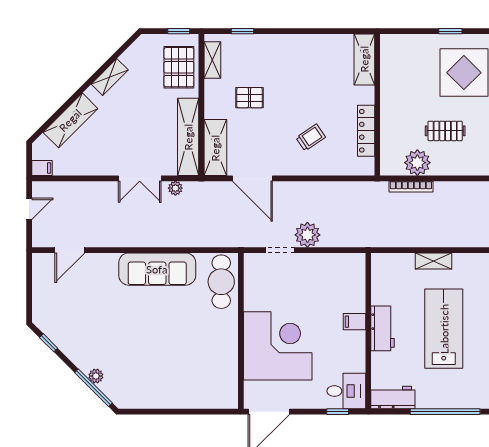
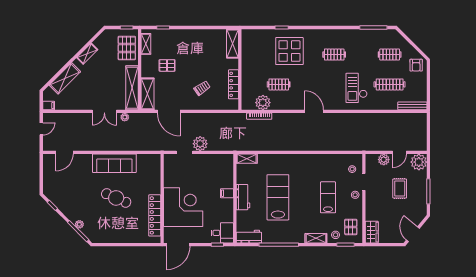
shelving: (433, 261) -> (247, 159), moved
cafe table: (221, 282) -> (116, 198), moved, turned -66
locker: (228, 361) -> (155, 215), added

